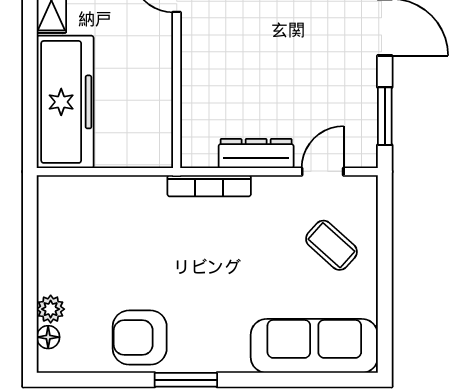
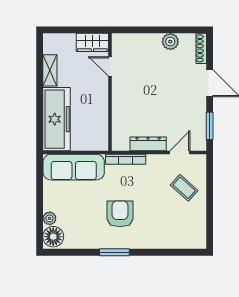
floor lamp: (48, 337) -> (53, 237), width x1.89, depth x1.89
armchair: (140, 338) -> (120, 214), moved, turned 90
sofa: (314, 346) -> (74, 167), moved, turned 180

